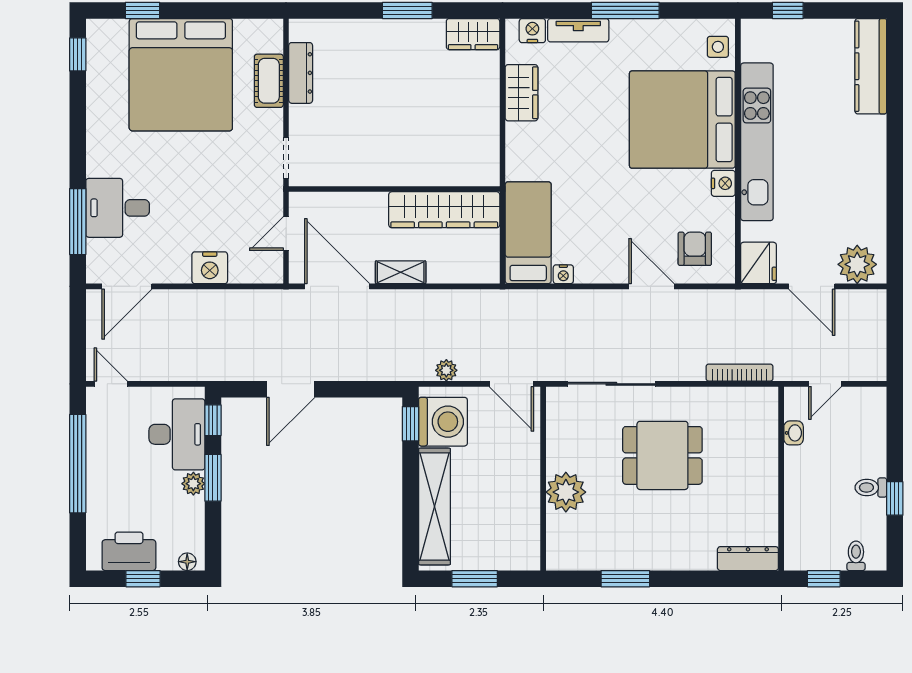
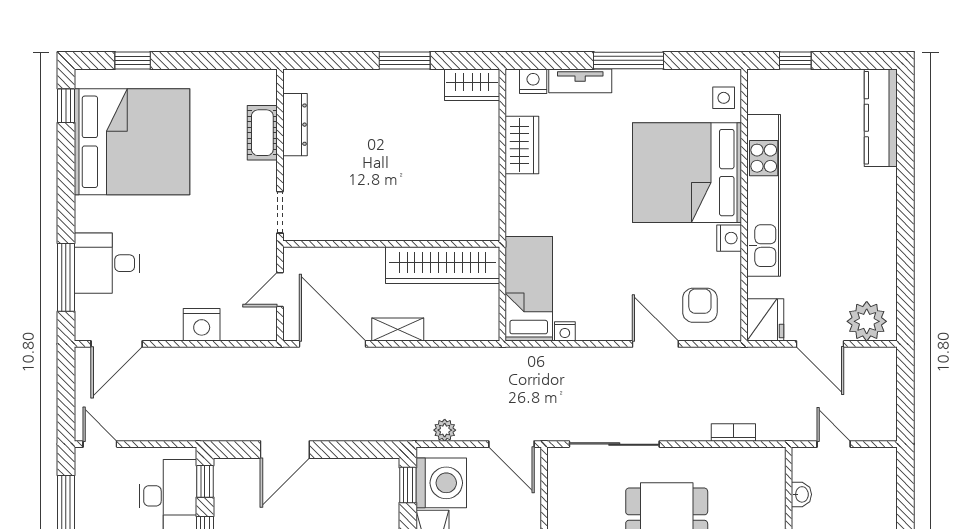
bed: (181, 75) -> (132, 142), moved, turned -90
bookcase: (739, 373) -> (733, 432), width x0.64
door: (825, 384) -> (834, 444), swing flipped

